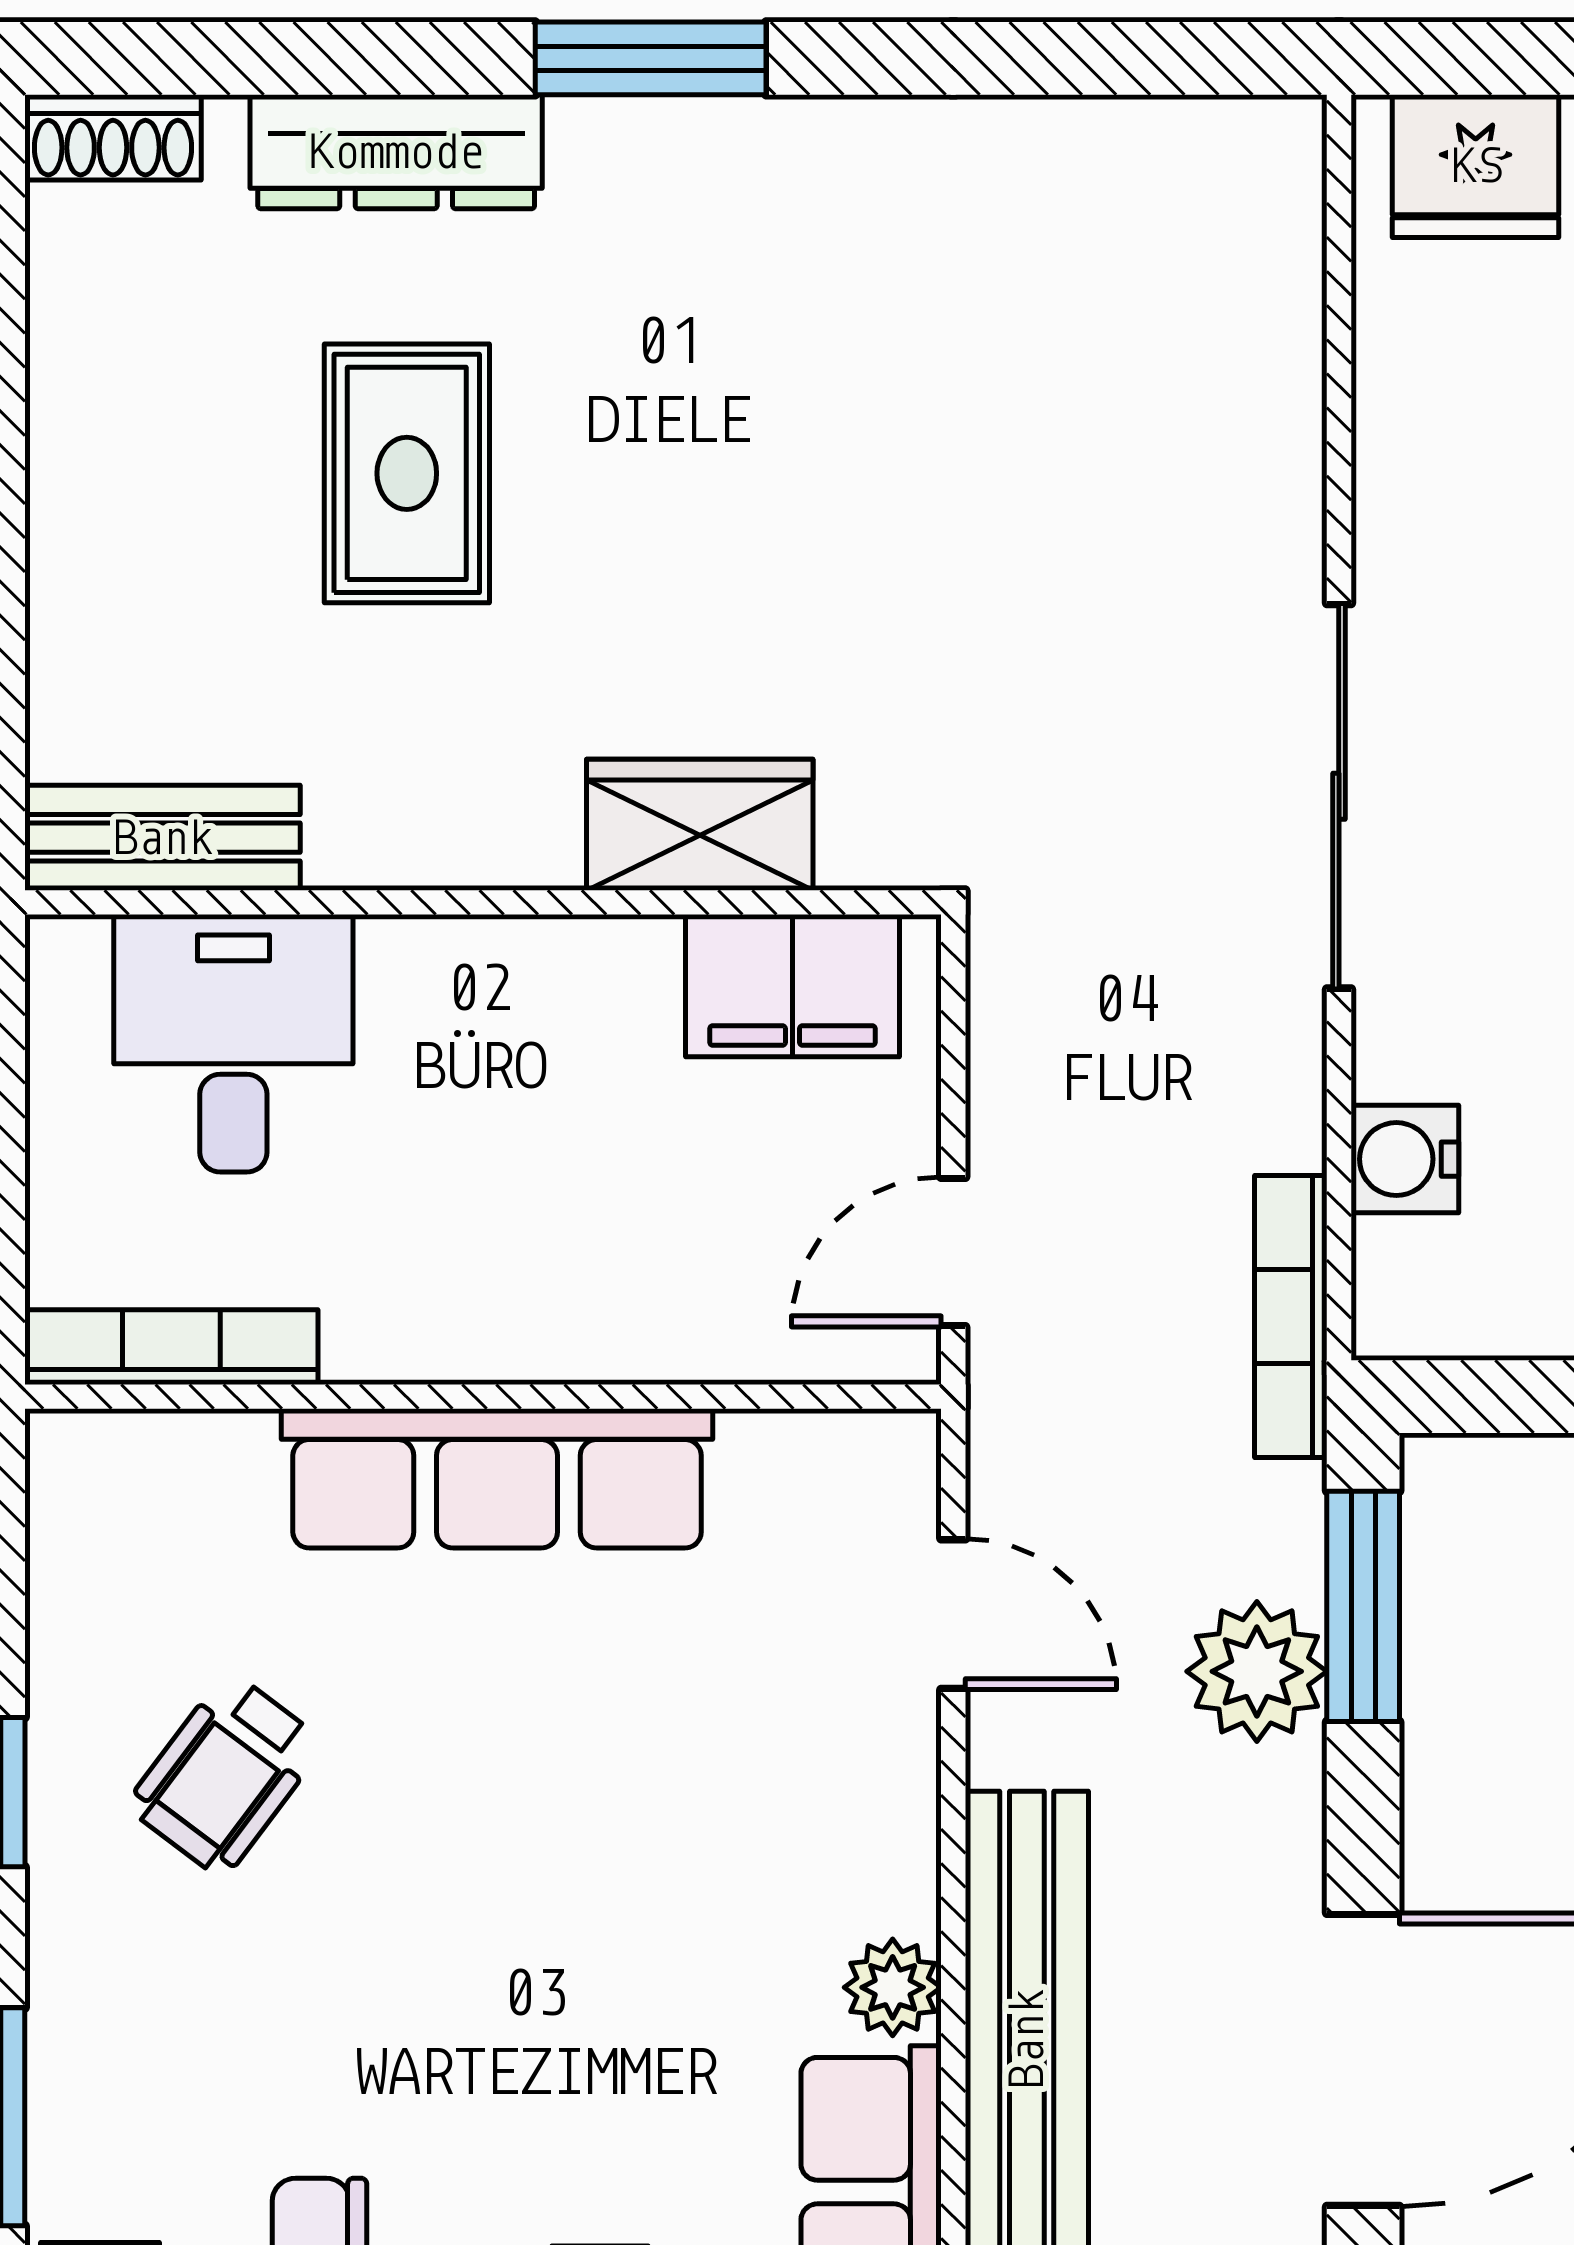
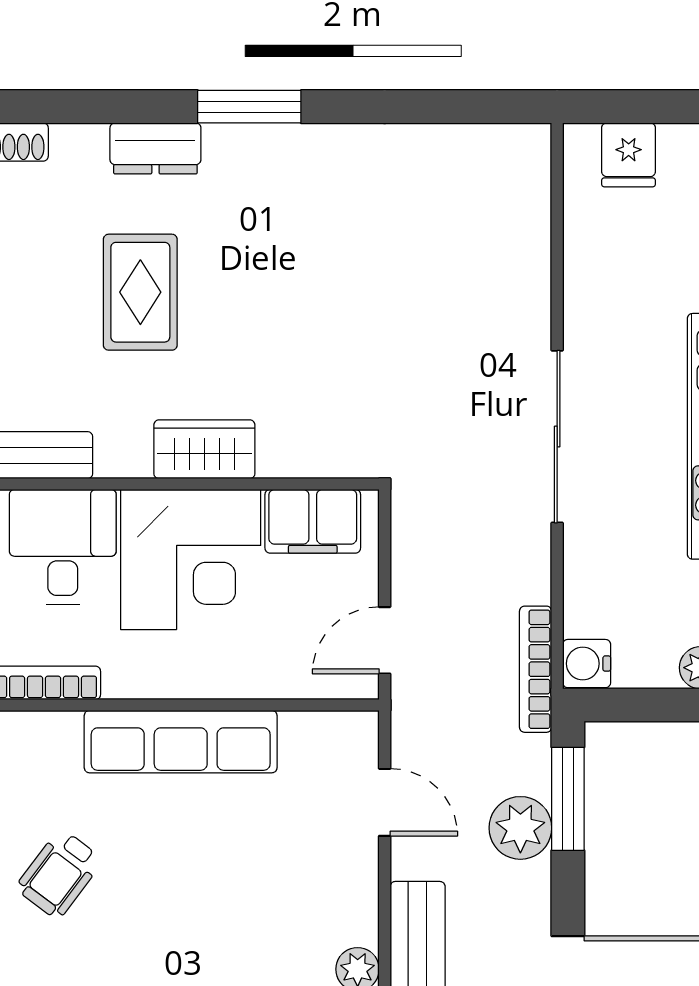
dresser: (396, 152) -> (155, 148), width x0.70
fridge: (1476, 166) -> (629, 155), width x0.72
wardrobe: (700, 825) -> (204, 449), moved
corner desk: (519, 1071) -> (191, 559), added
water cooler: (1405, 1159) -> (587, 664), moved

